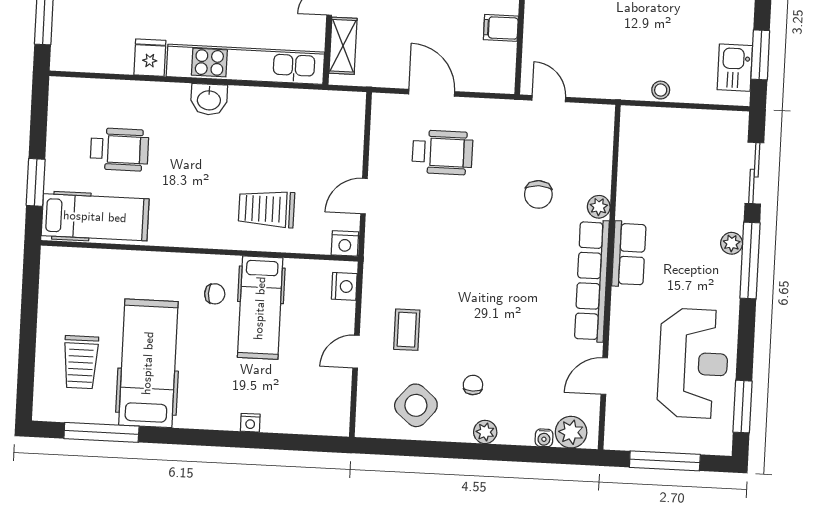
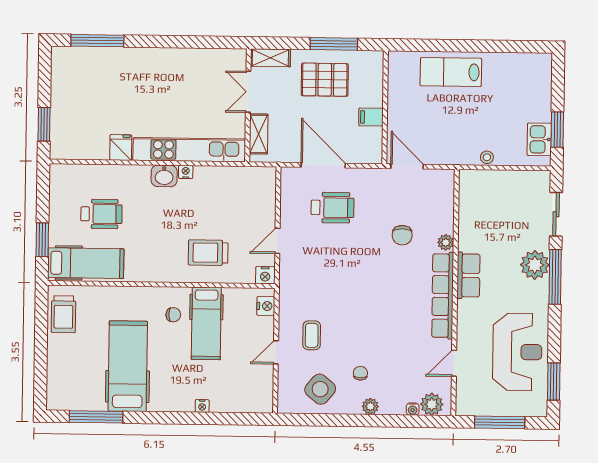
door: (432, 93) -> (323, 165), width x1.36
nightstand: (239, 95) -> (186, 172), added
door: (549, 99) -> (407, 166), width x1.38
plant: (732, 243) -> (535, 265), width x1.87, depth x1.87
trolley: (81, 362) -> (63, 314), moved

